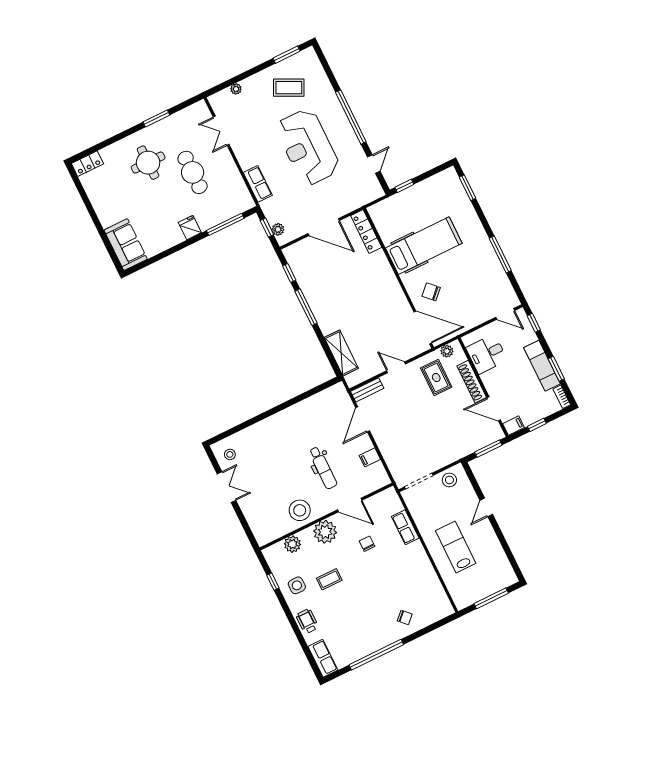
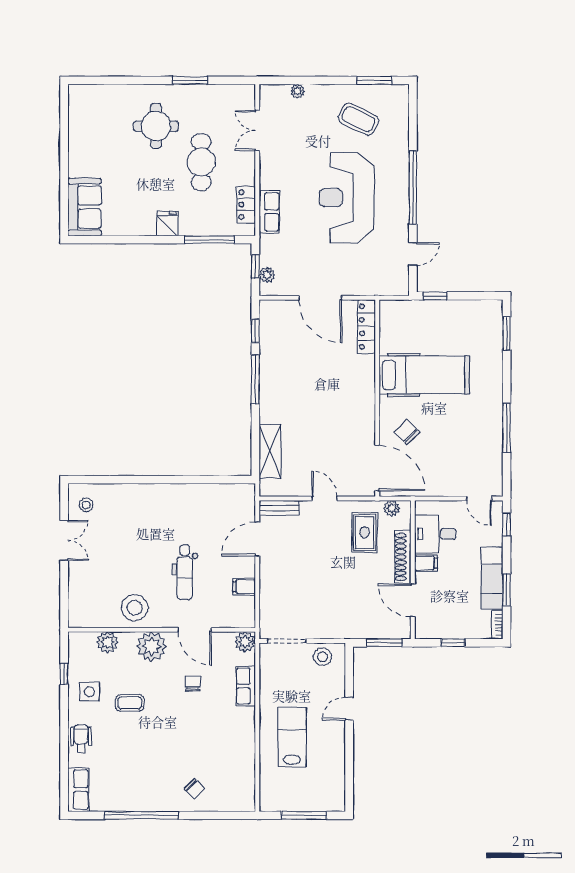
locker: (87, 164) -> (246, 205), moved, turned 90
filing cabinet: (513, 426) -> (426, 563), moved
plant: (390, 496) -> (245, 642), added

